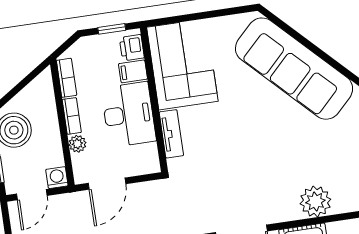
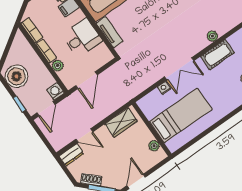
desk: (129, 115) -> (82, 38), width x0.73
plant: (315, 201) -> (212, 36), width x0.53, depth x0.53

